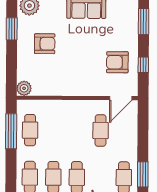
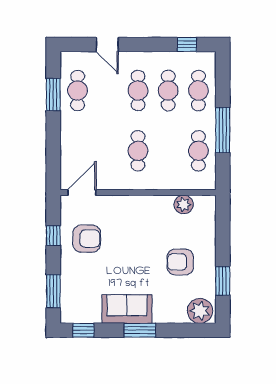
plant: (24, 88) -> (184, 205), moved
window: (11, 131) -> (223, 130), moved
cafe table: (101, 131) -> (138, 151), moved

